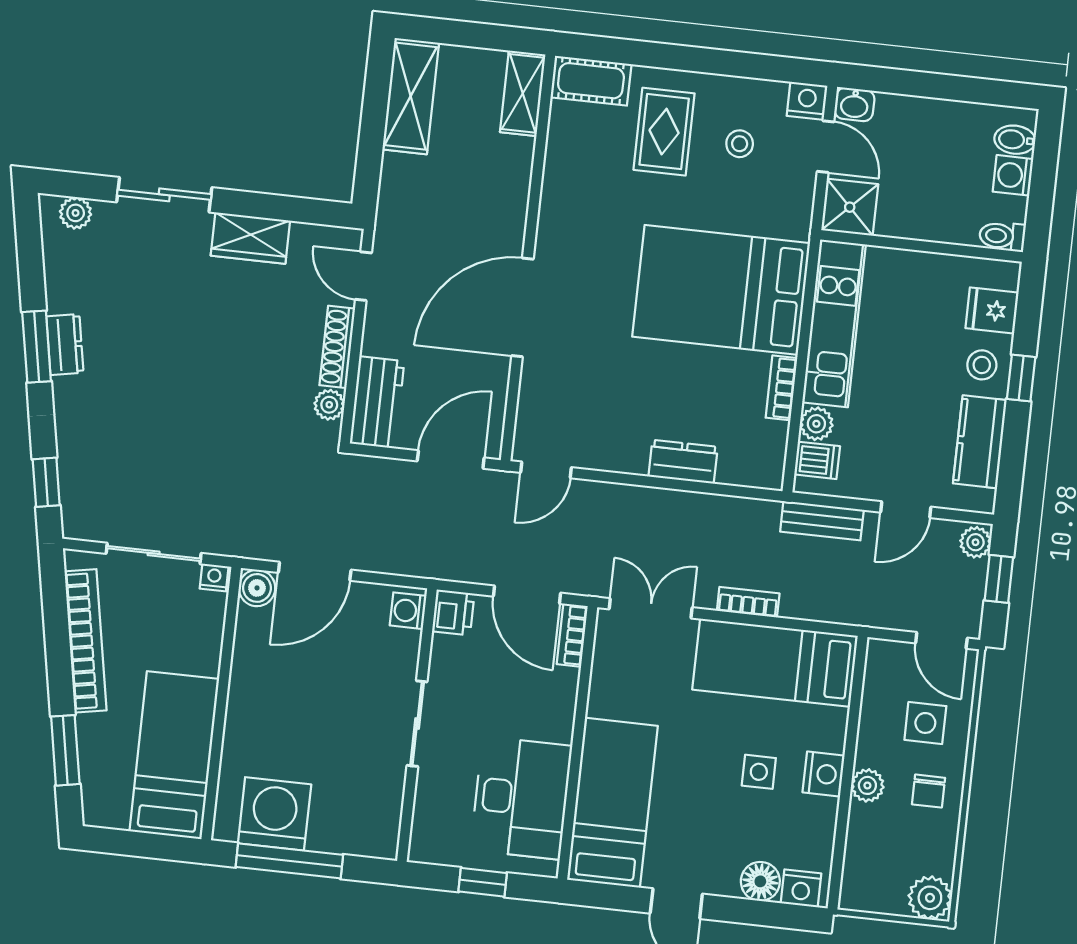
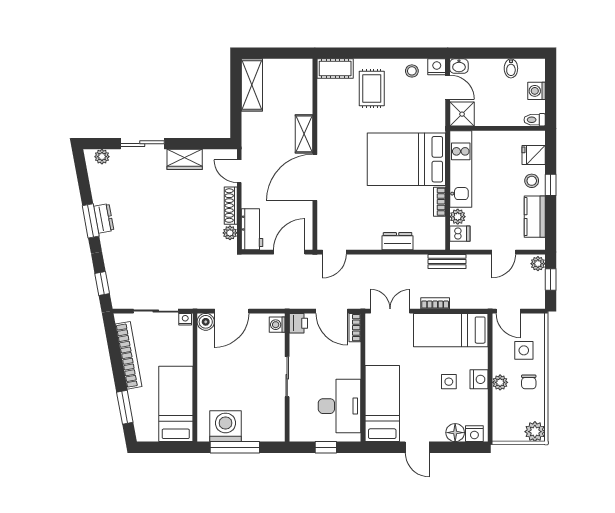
shelving: (523, 93) -> (304, 134), moved
bidet: (1015, 140) -> (511, 68), moved, turned -90
stool: (740, 144) -> (412, 71), moved
bench: (822, 521) -> (447, 262), moved
door: (941, 640) -> (508, 311), moved

